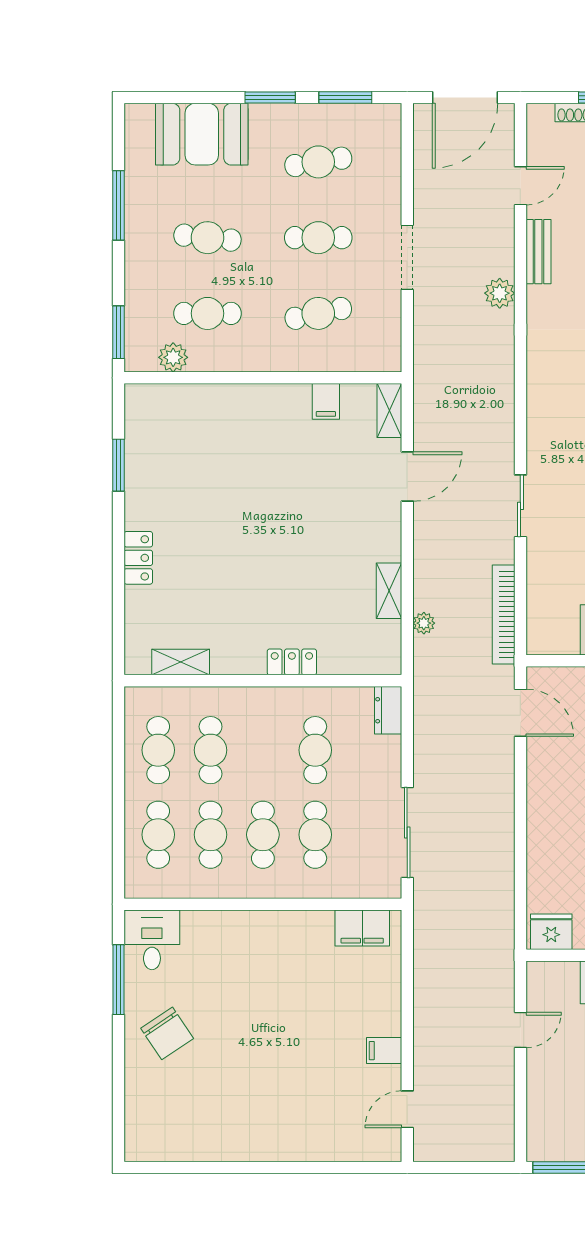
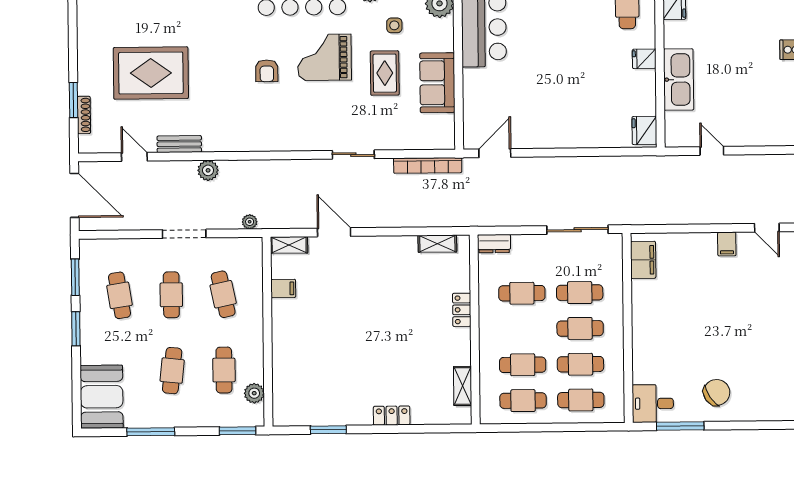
booth: (202, 134) -> (102, 397), moved
shelving: (389, 591) -> (437, 244), moved
plant: (424, 623) -> (250, 222), moved

